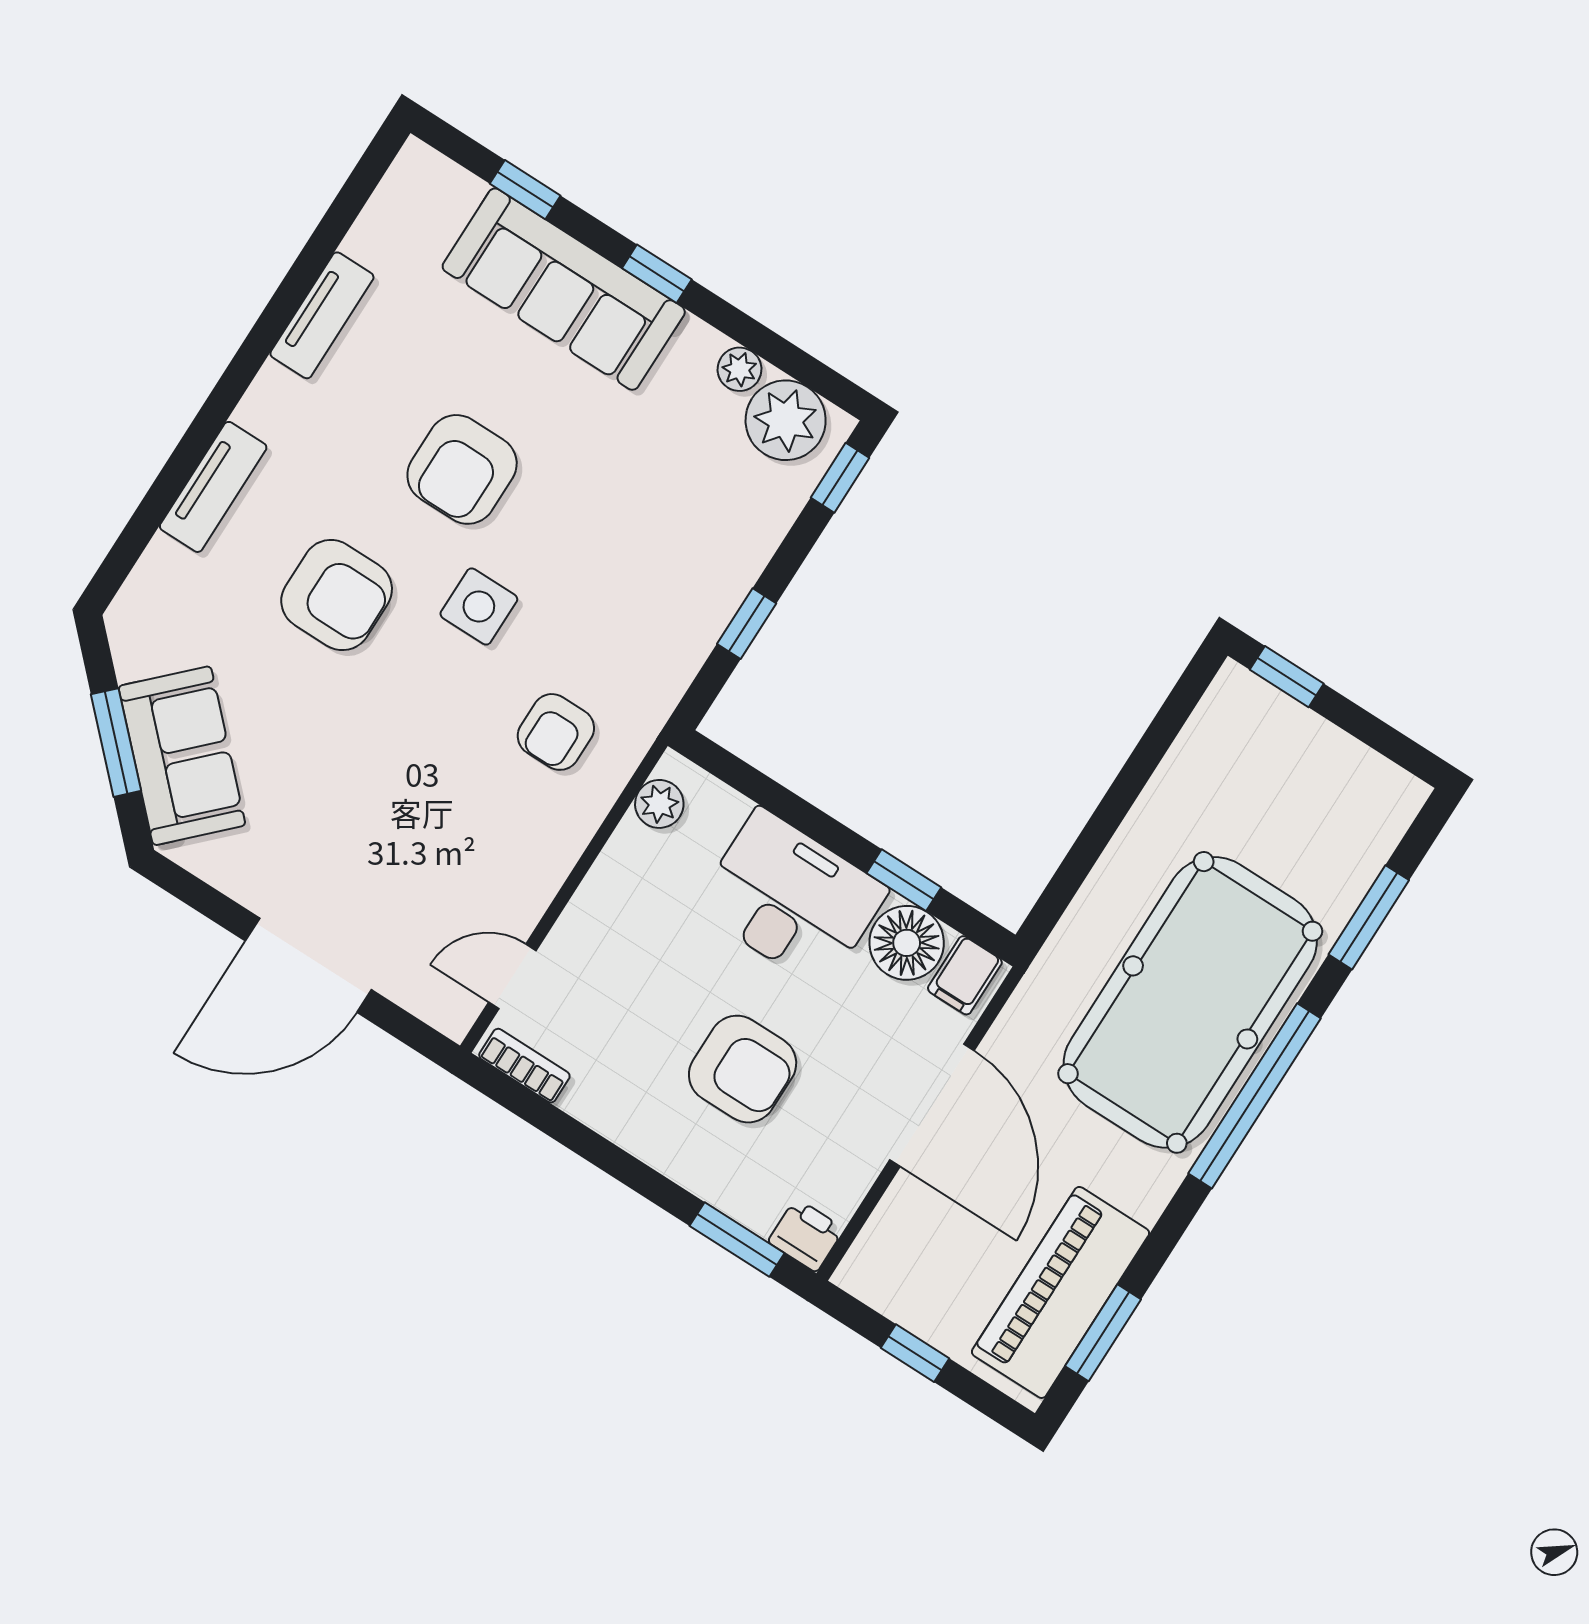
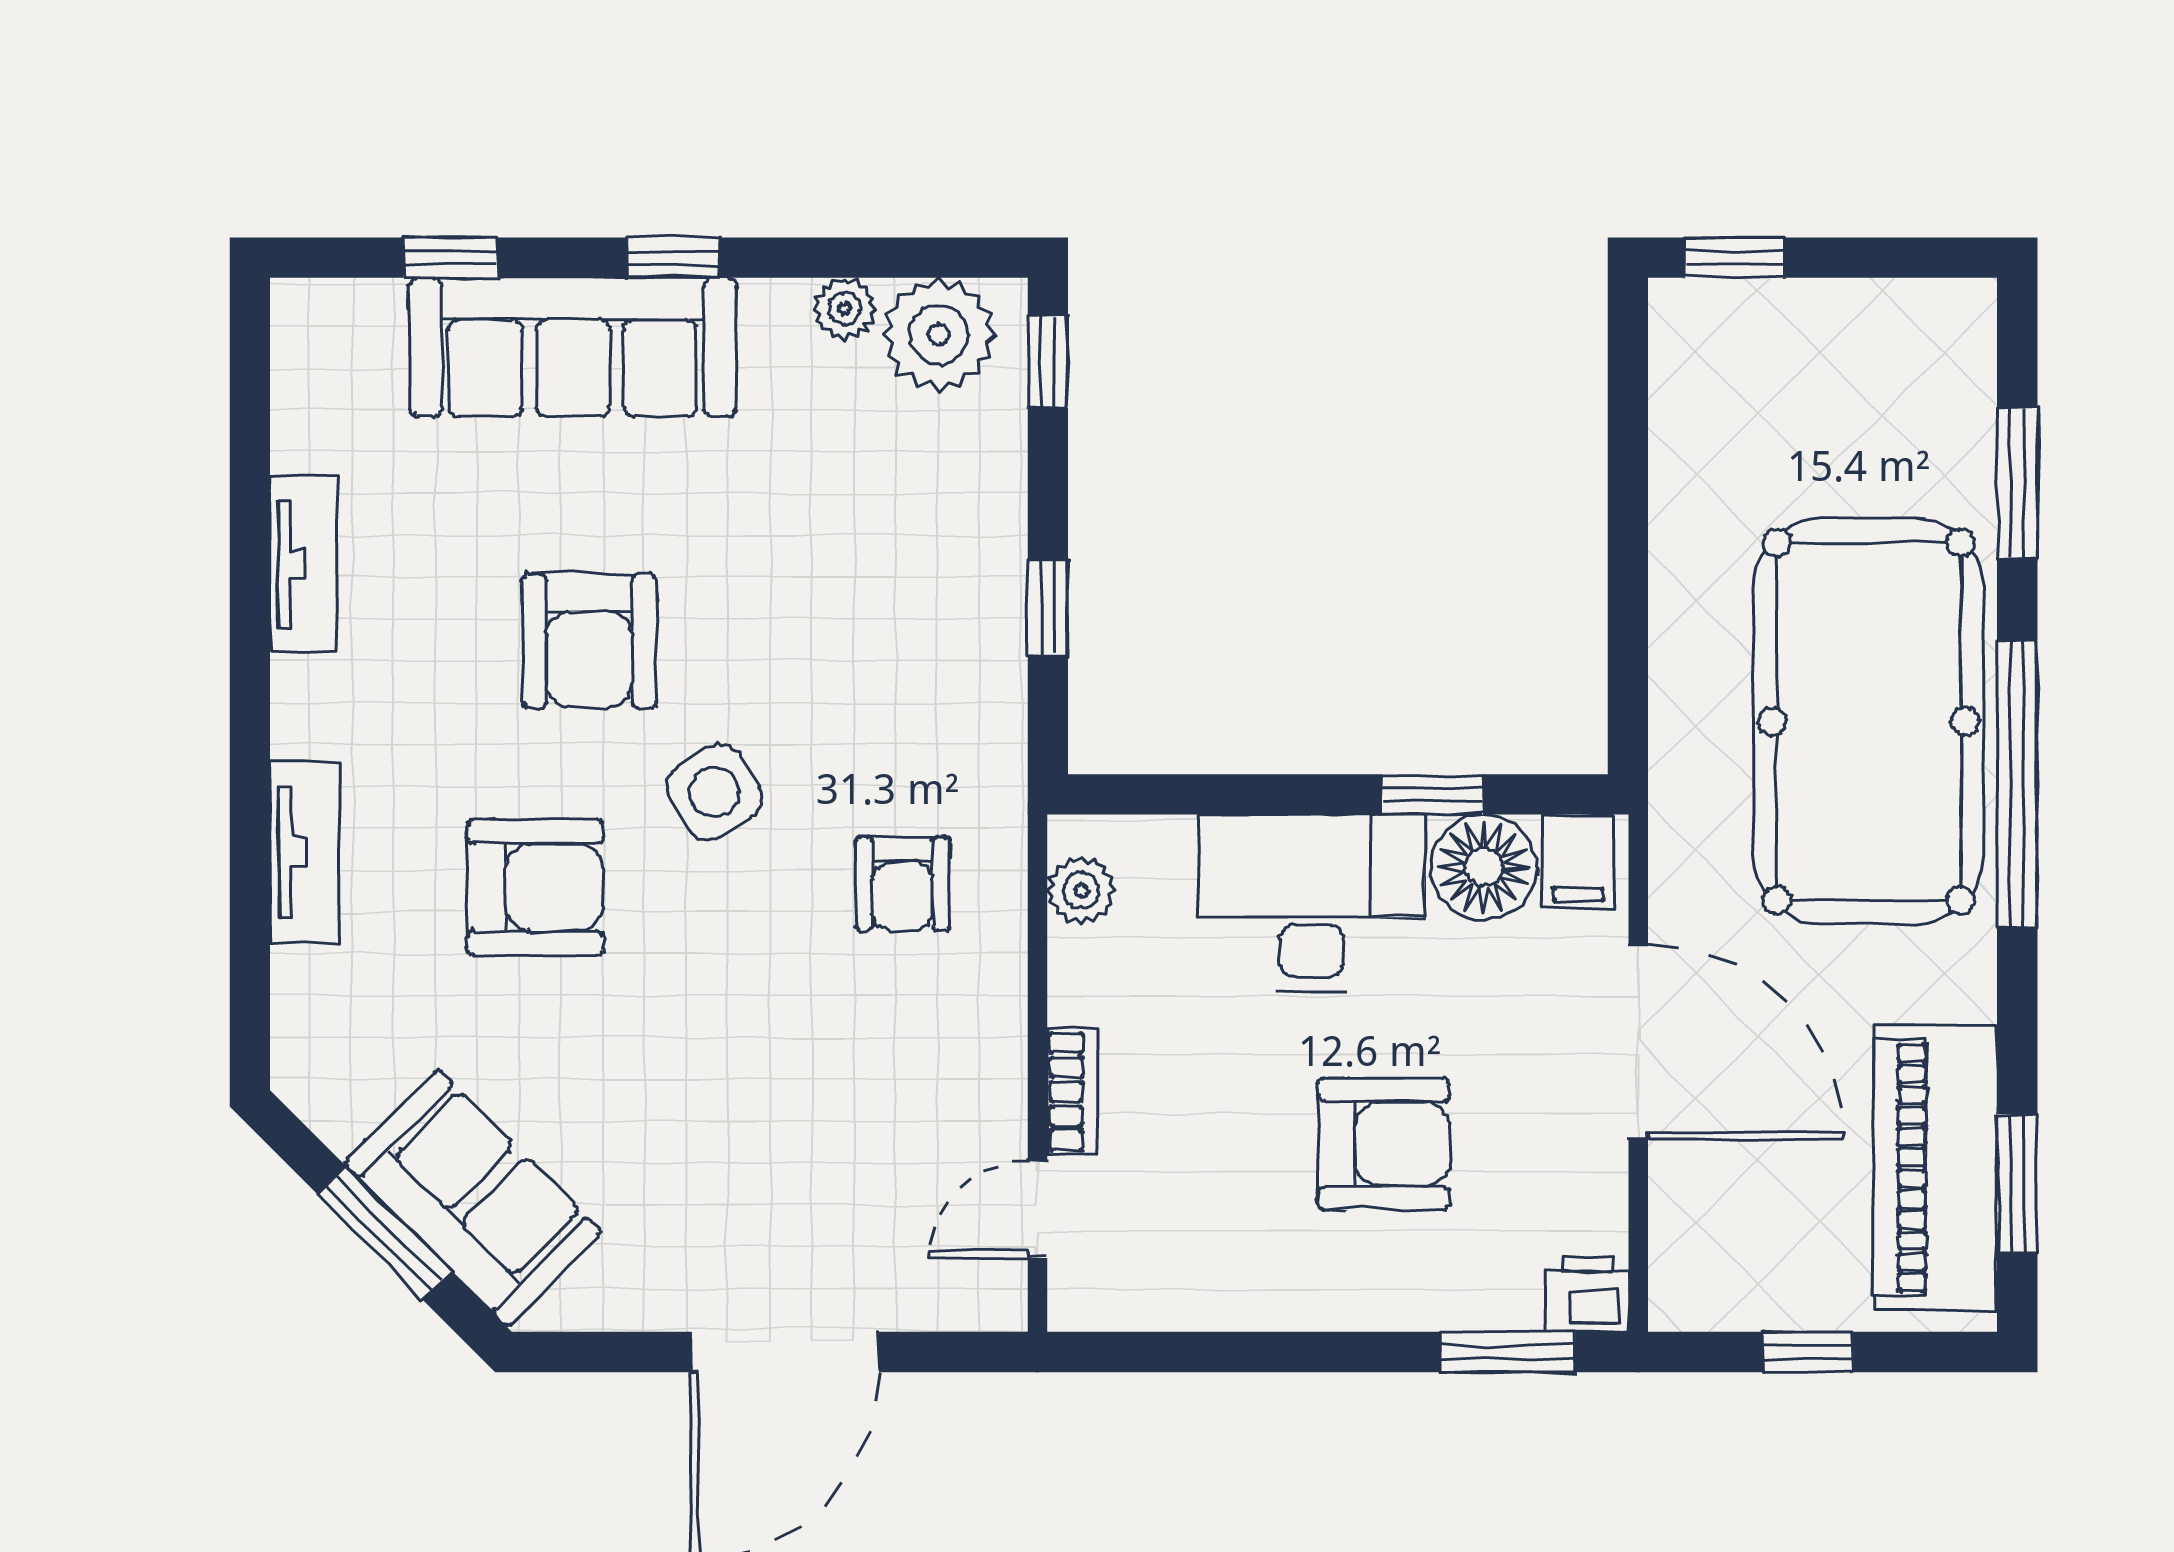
side table: (479, 606) -> (714, 792), turned -31
bookcase: (524, 1066) -> (1072, 1092), moved, turned 90

